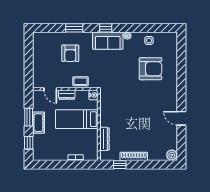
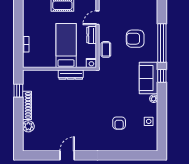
window: (74, 28) -> (162, 43), width x2.11
armchair: (151, 69) -> (119, 123), width x0.53, depth x0.53
dresser: (104, 139) -> (71, 75), moved
plant: (172, 155) -> (28, 126), moved

